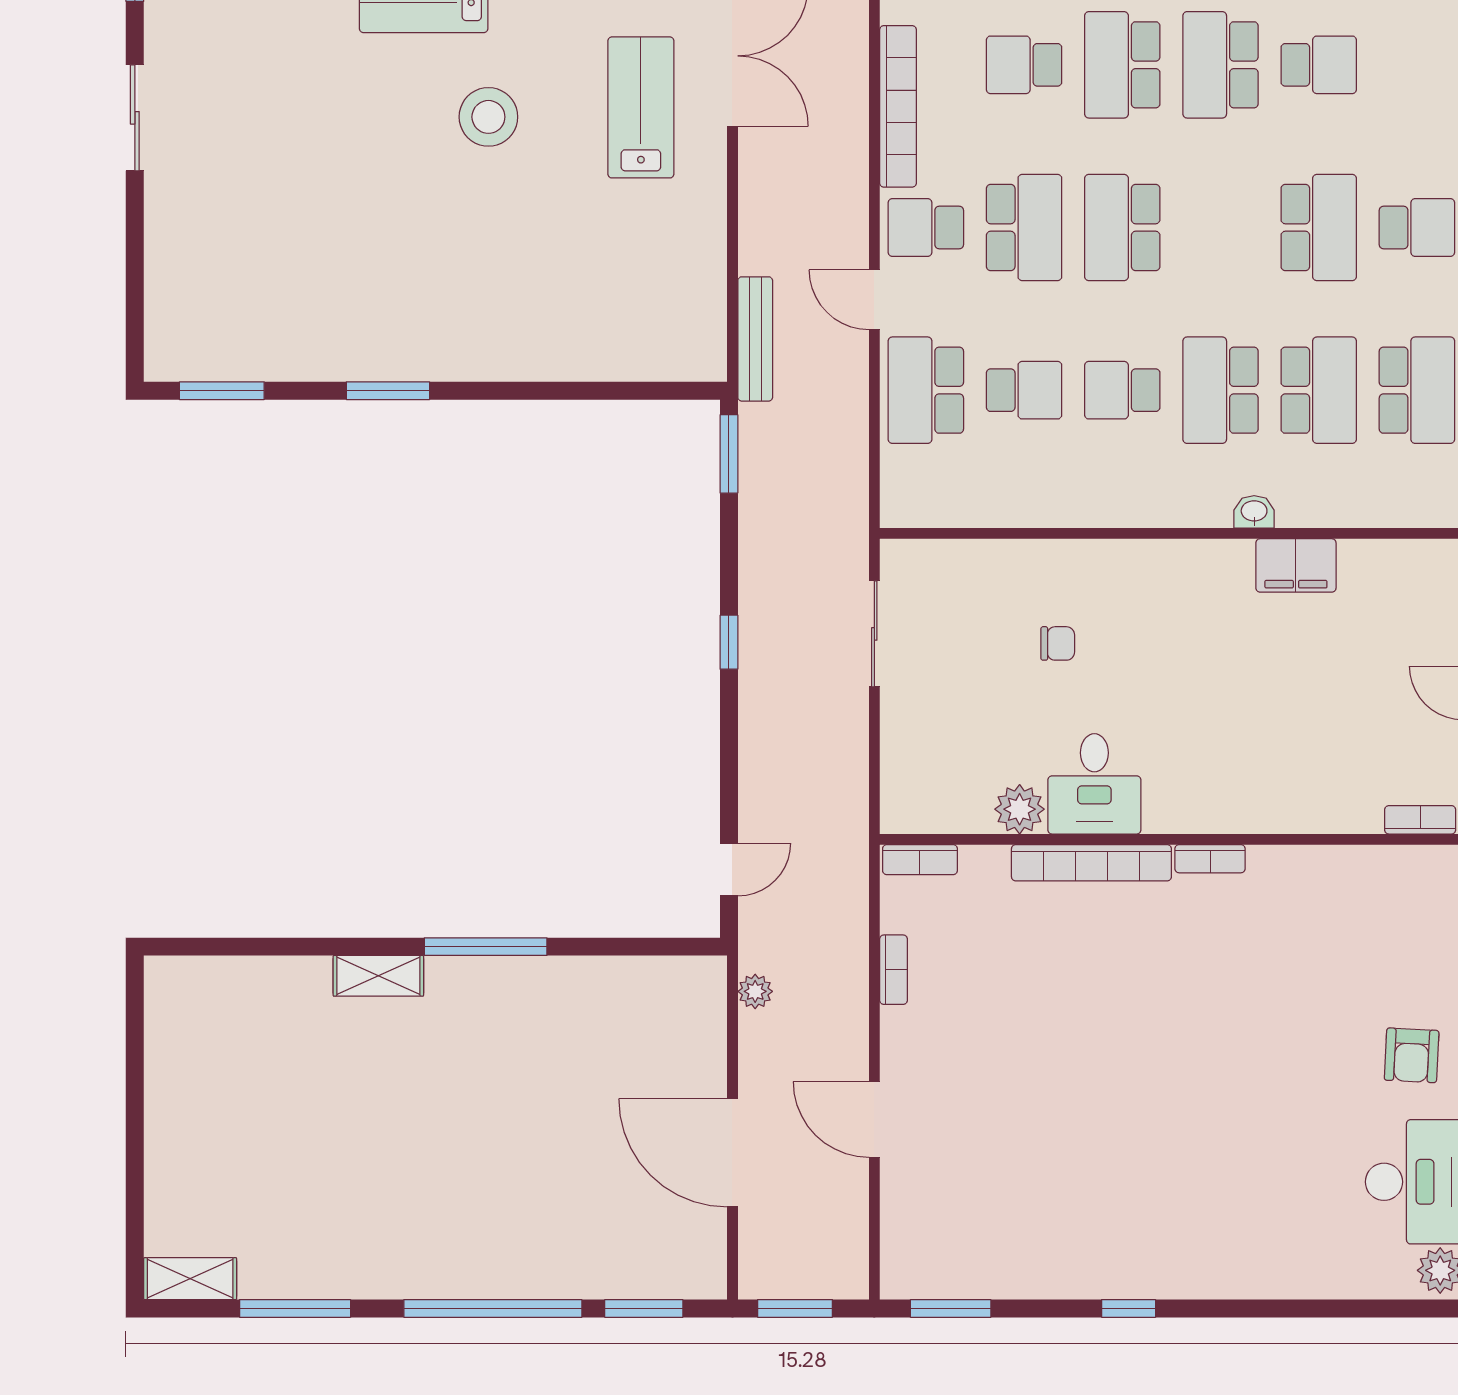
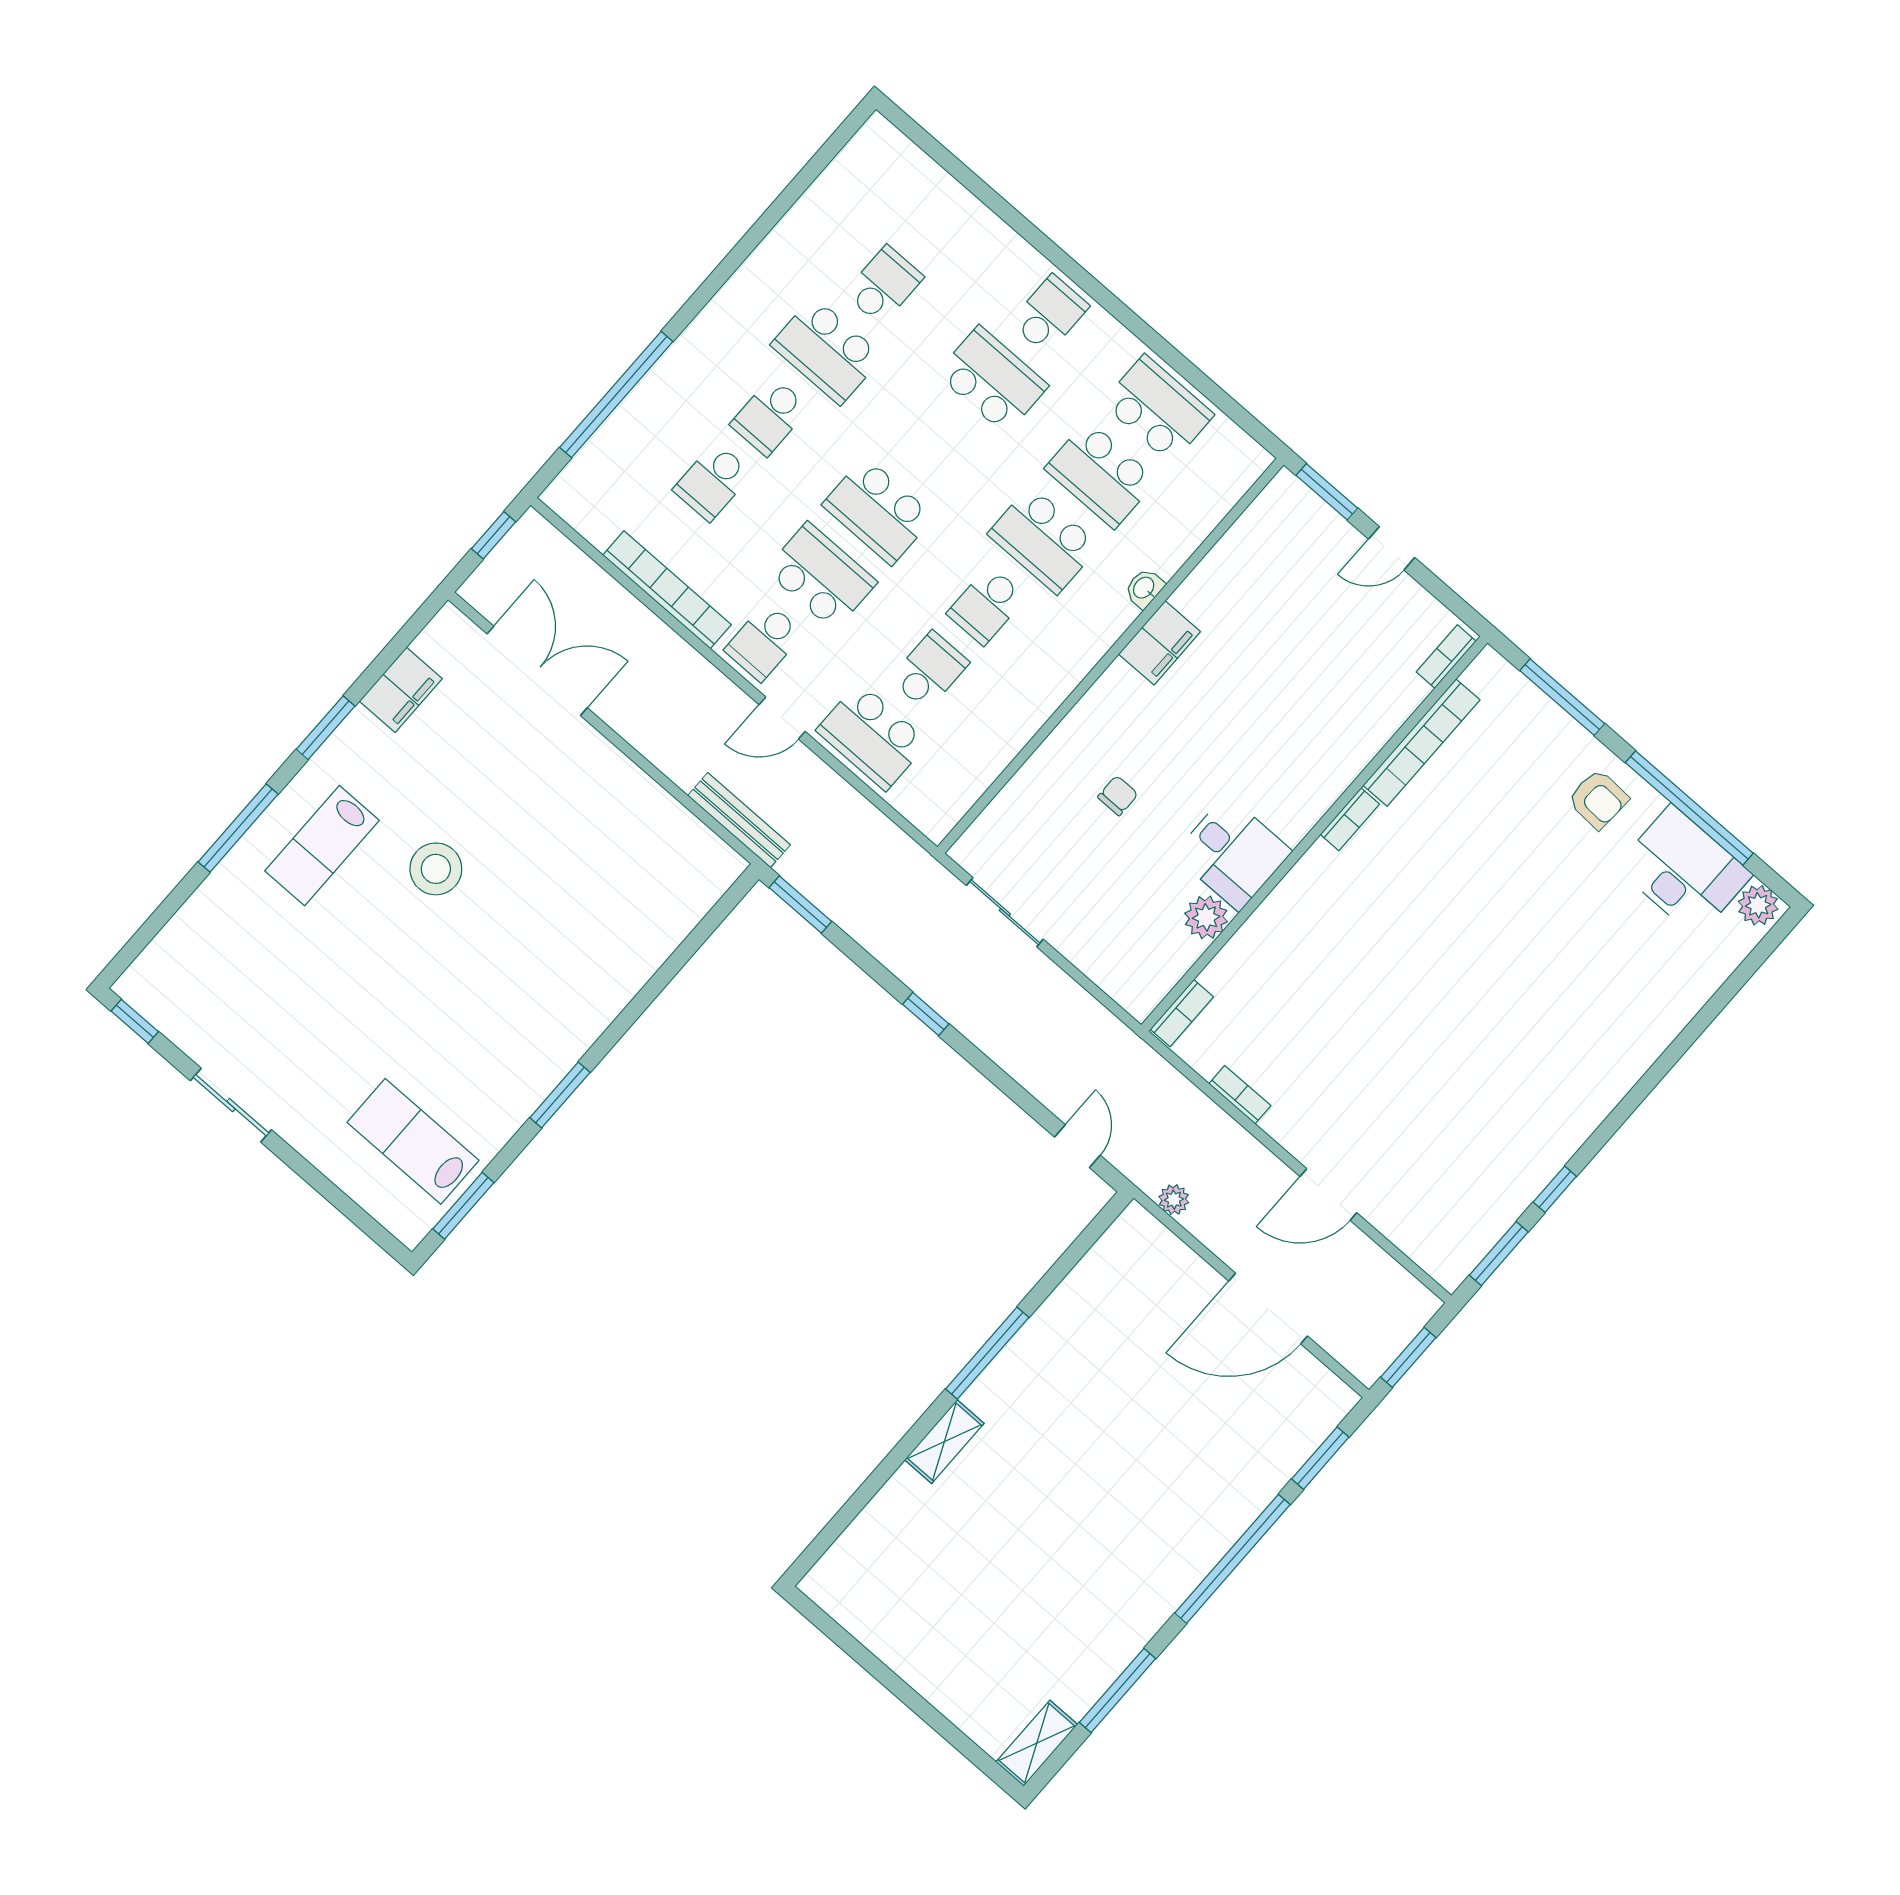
school desk: (1122, 65) -> (770, 416), width x0.54
lab bench: (641, 107) -> (413, 1141), moved
school desk: (1319, 390) -> (1101, 474), turned 180
filing cabinet: (1296, 565) -> (1160, 643), moved
bookcase: (1091, 863) -> (1422, 743), moved
window: (1129, 1308) -> (1555, 1189), moved

